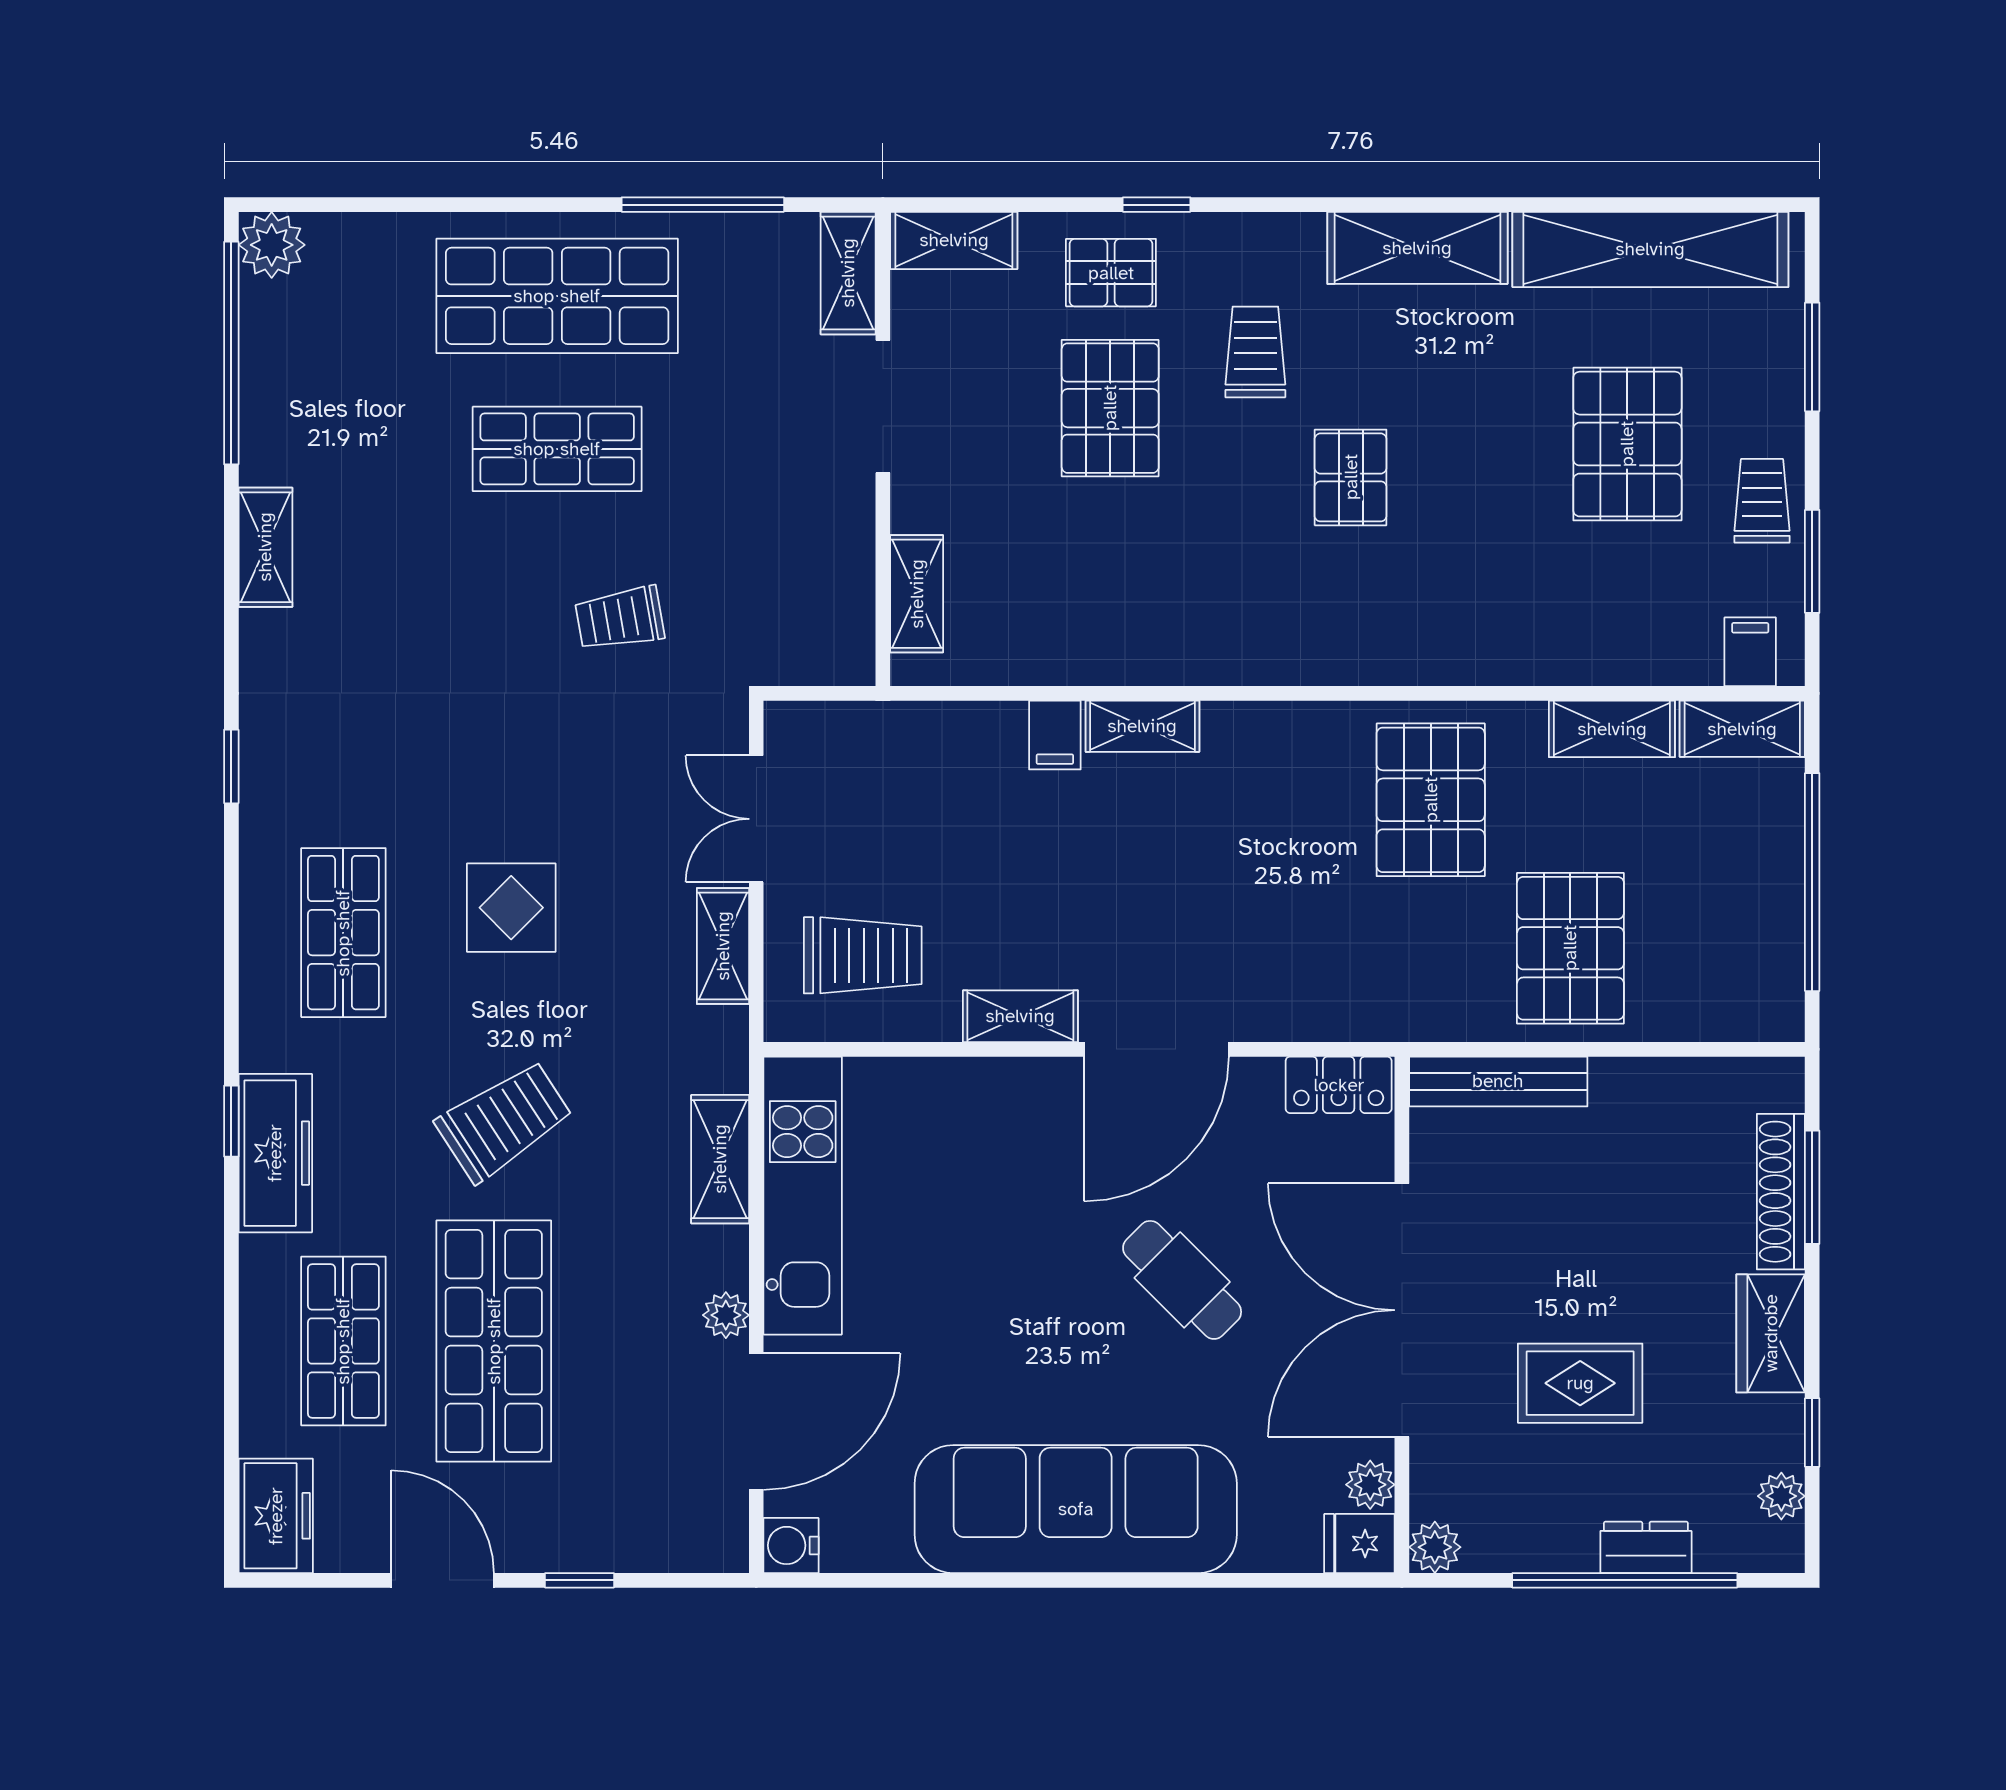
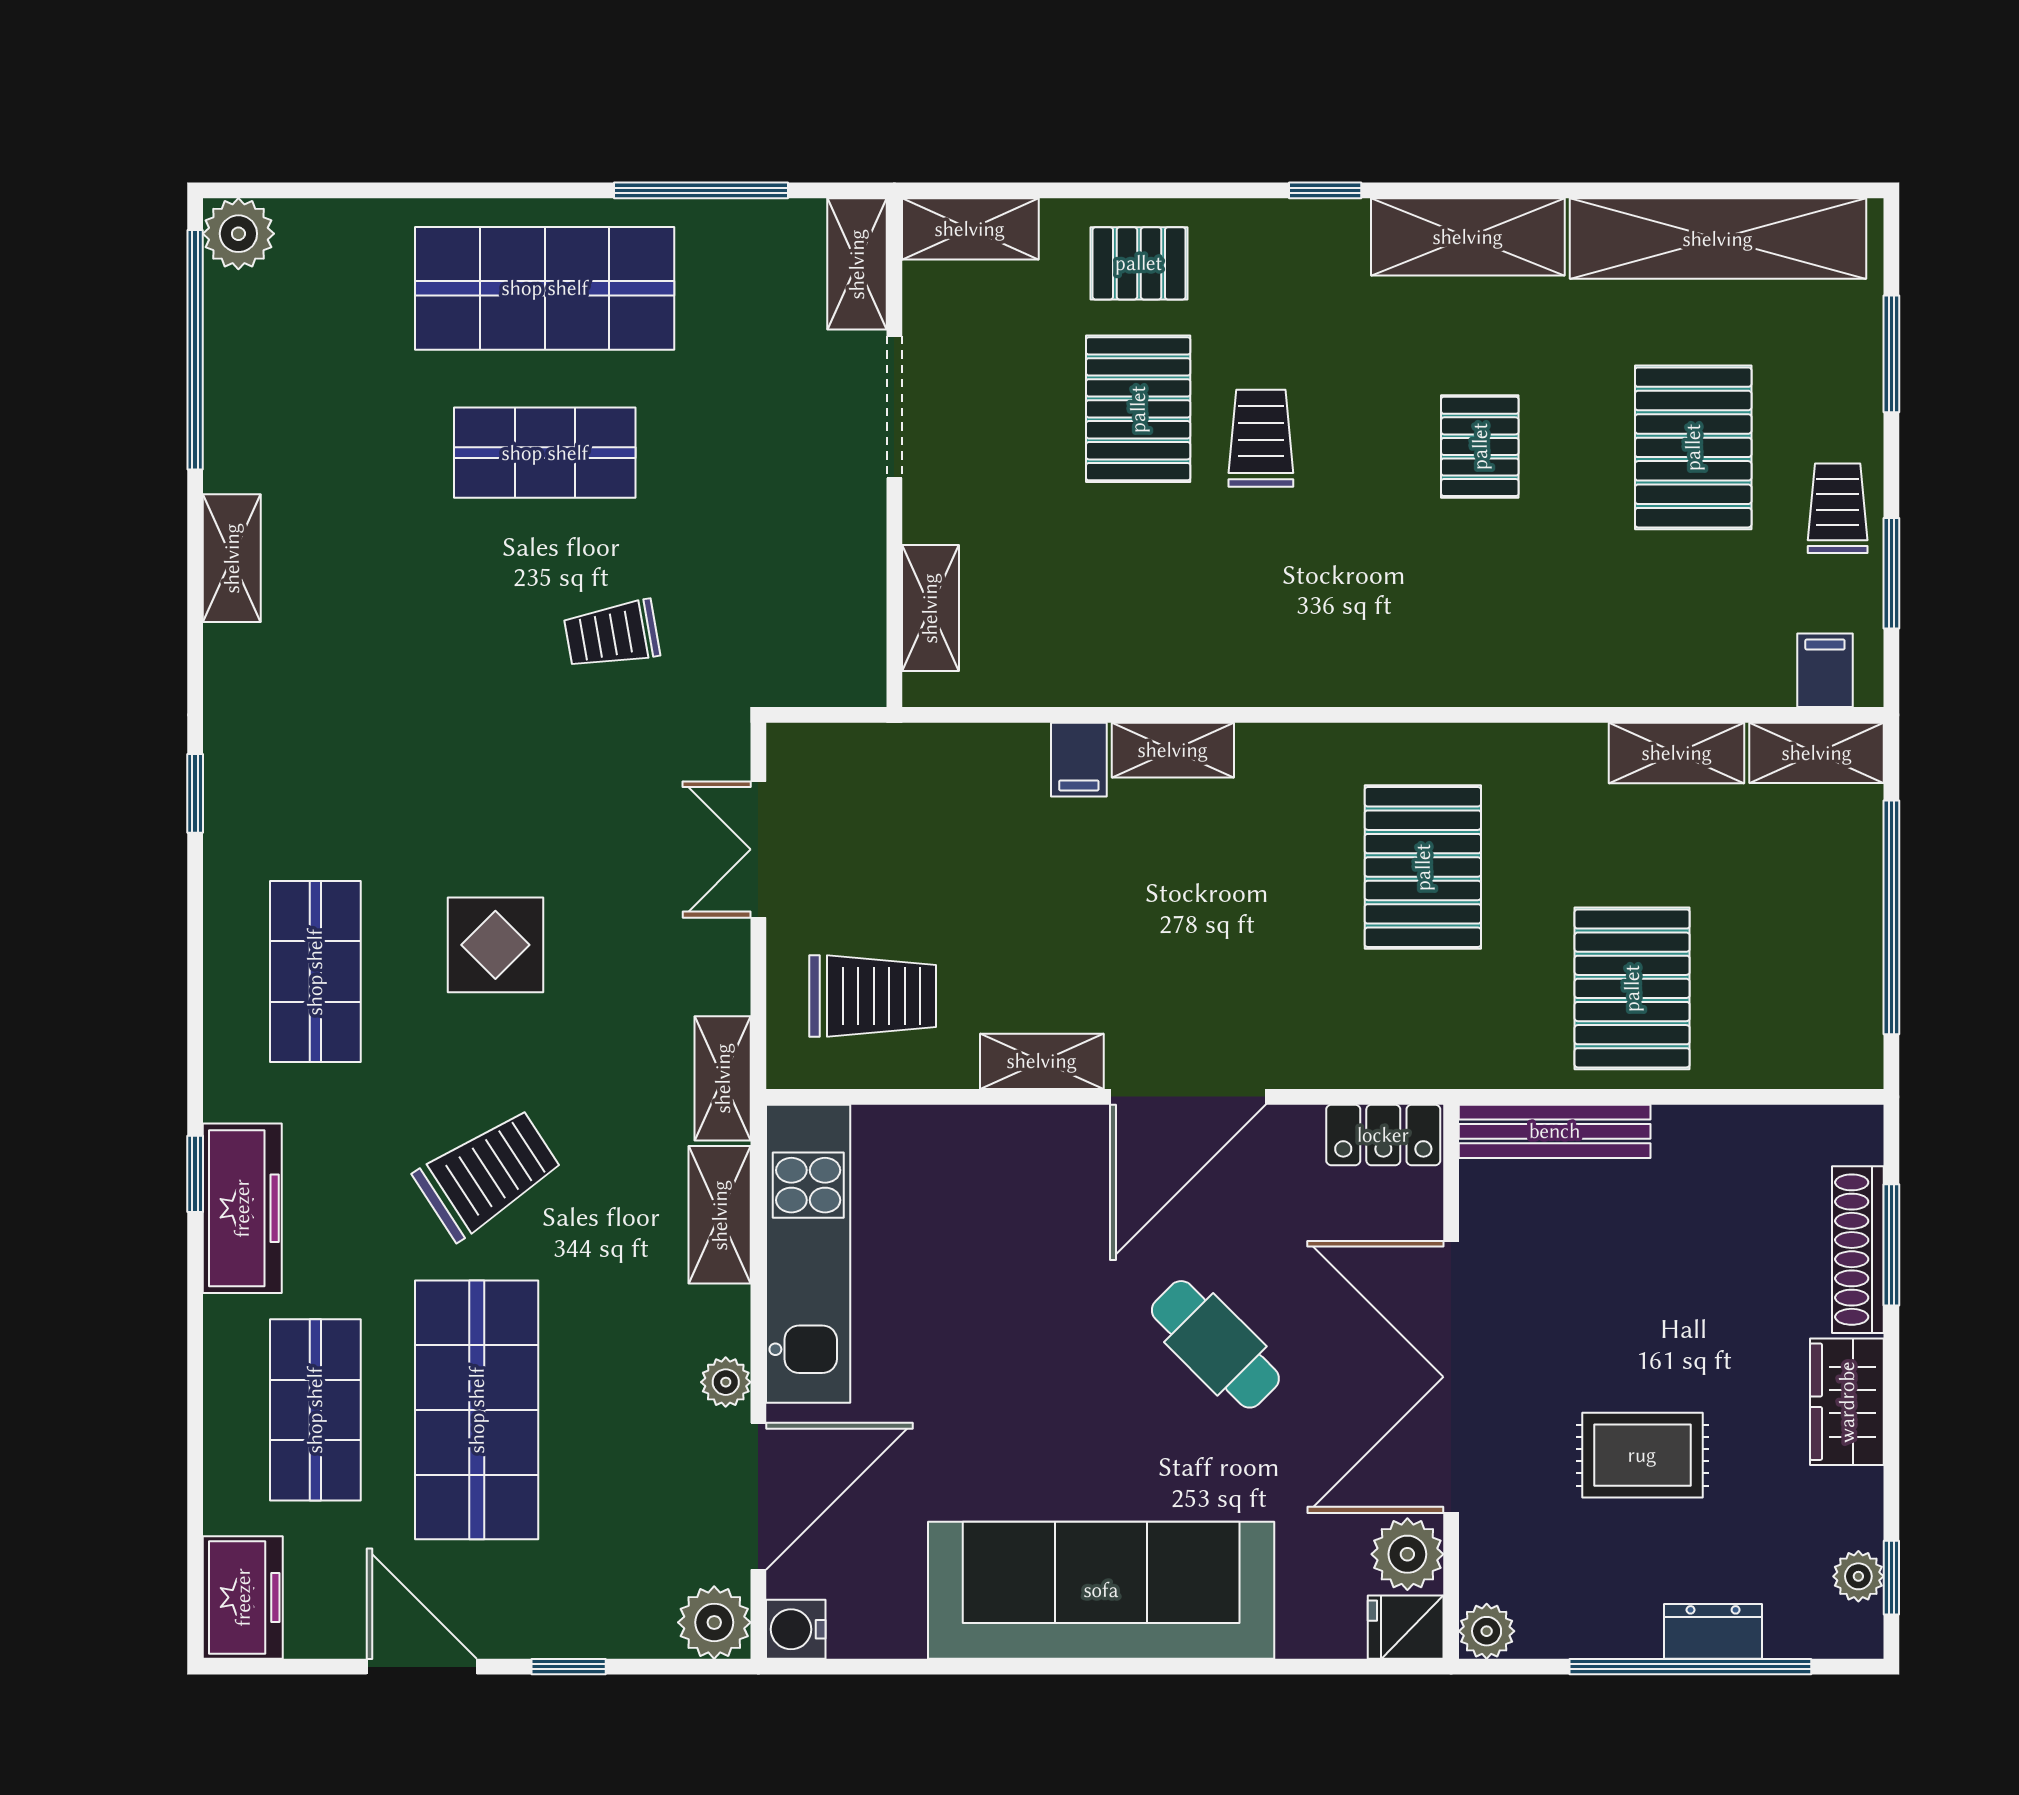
window: (1157, 205) -> (1325, 190), moved
trolley: (1255, 352) -> (1261, 438), moved
pallet: (1351, 477) -> (1480, 446), moved
pallet: (1431, 800) -> (1423, 867), moved
shelving: (723, 946) -> (723, 1078), moved
window: (1812, 1433) -> (1891, 1578), moved
plant: (1370, 1485) -> (1407, 1554), width x1.38, depth x1.38
plant: (715, 1539) -> (714, 1622), added

